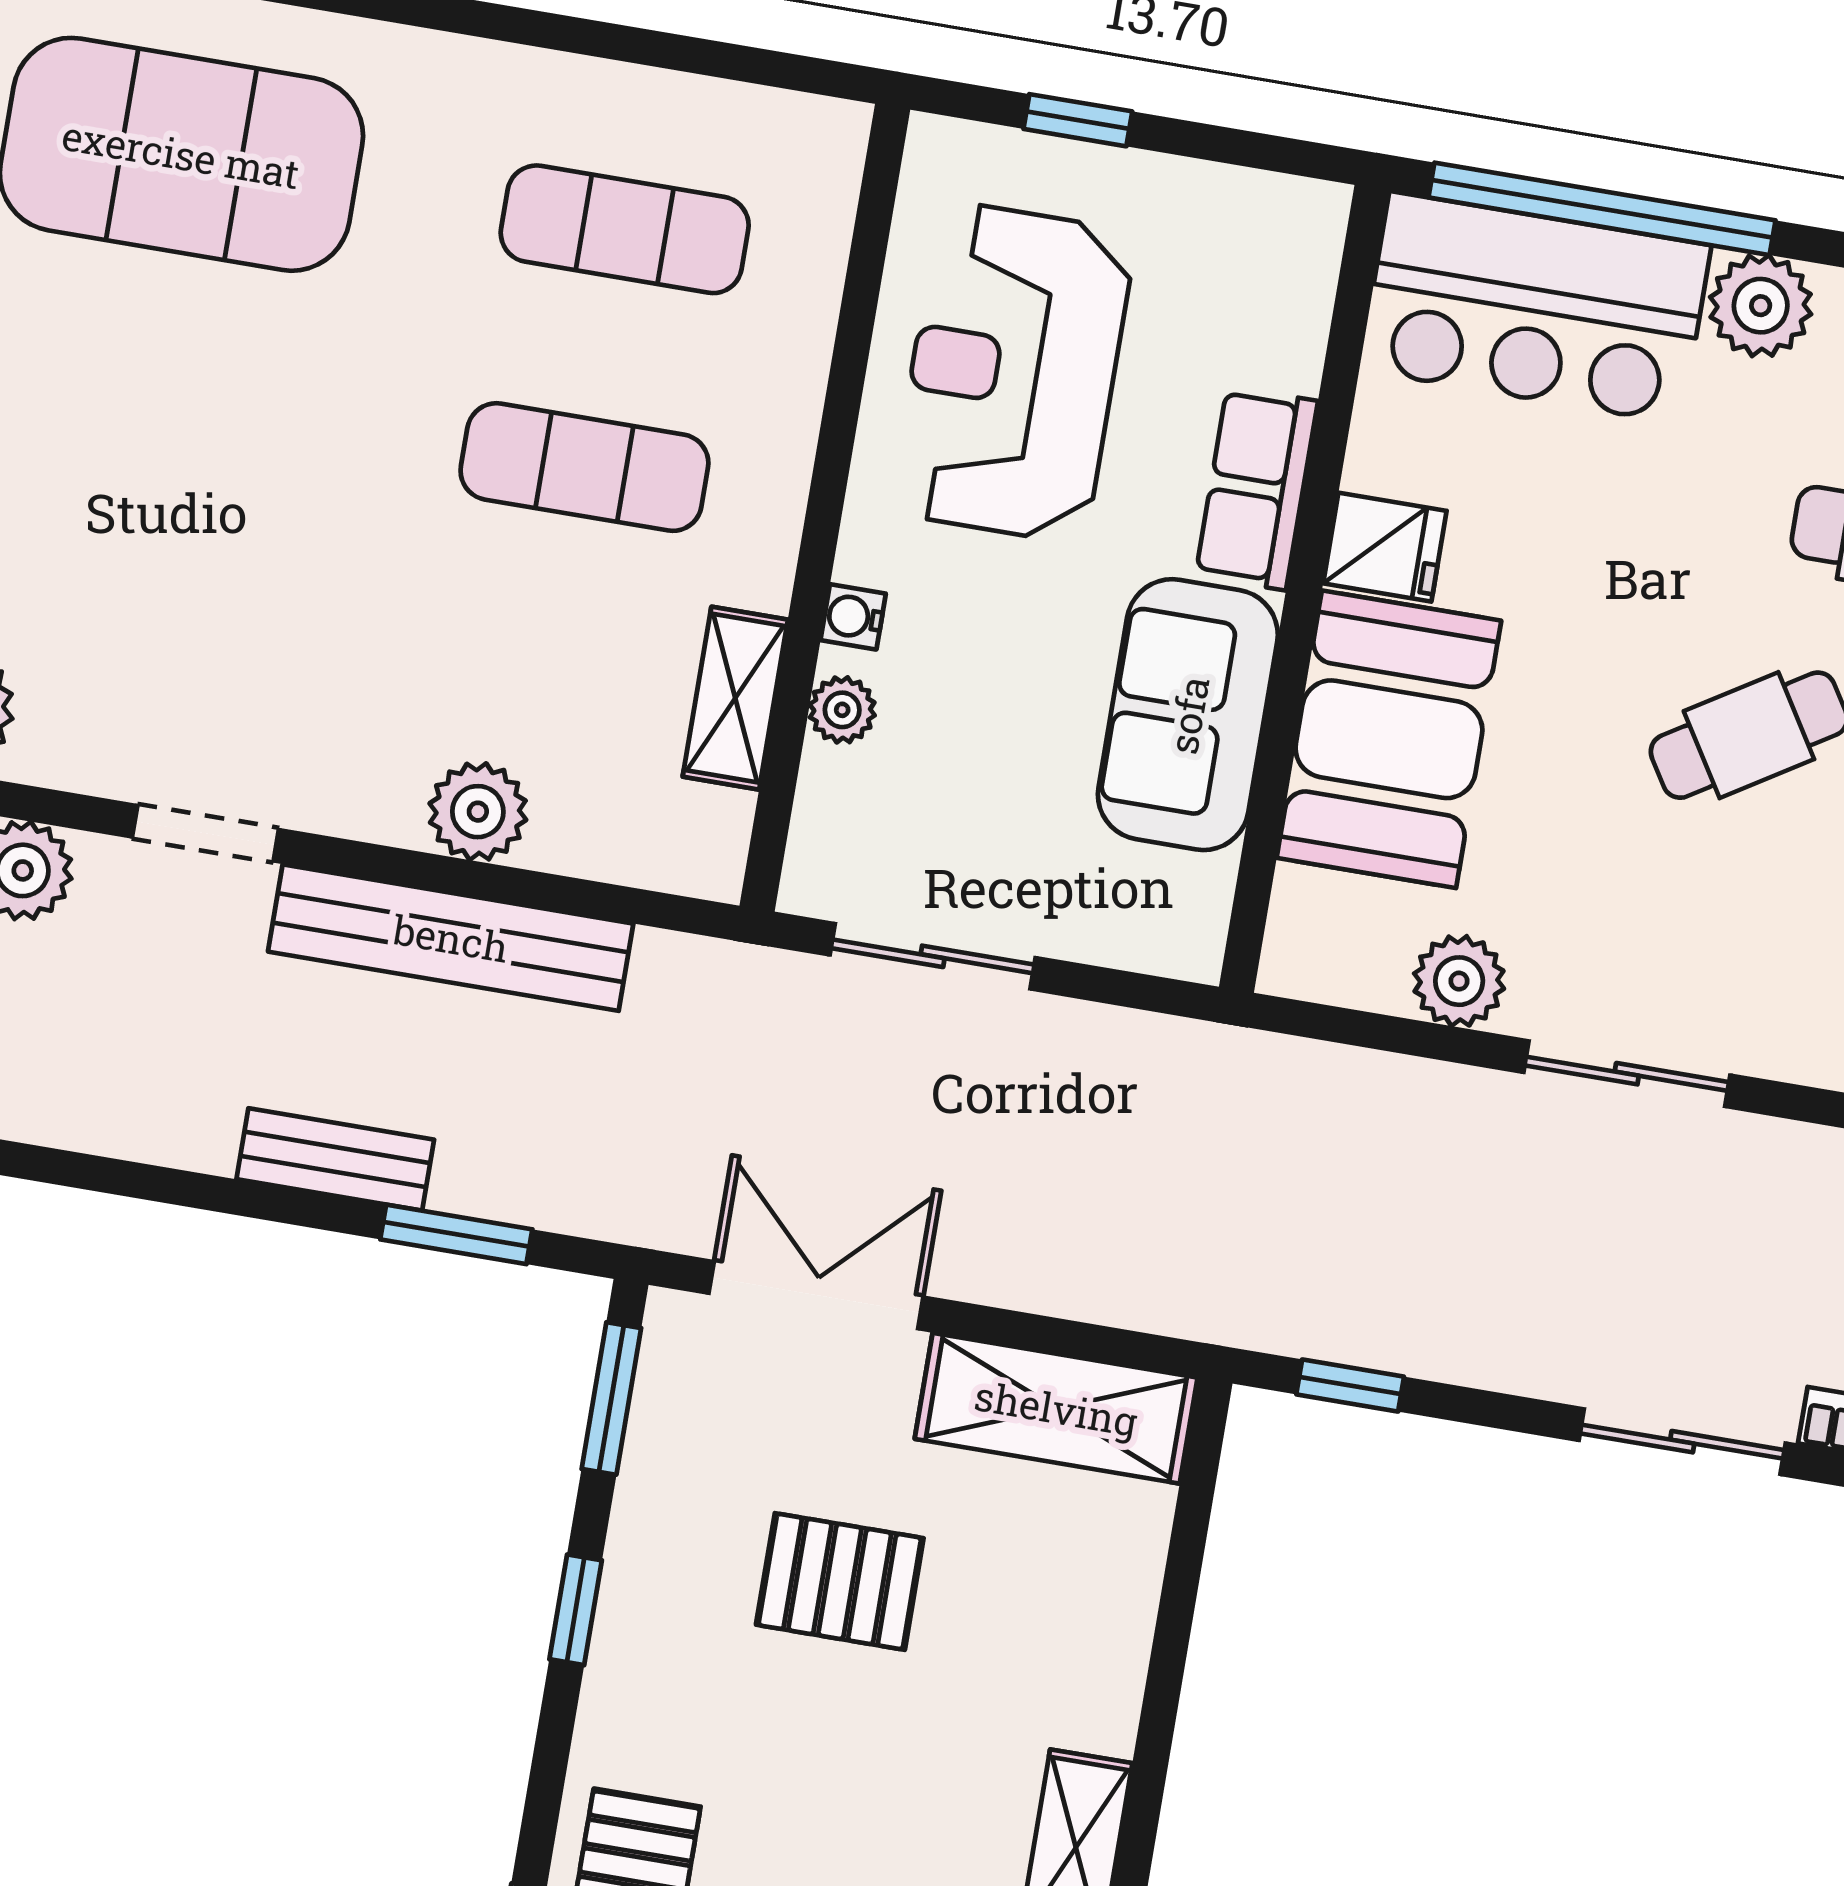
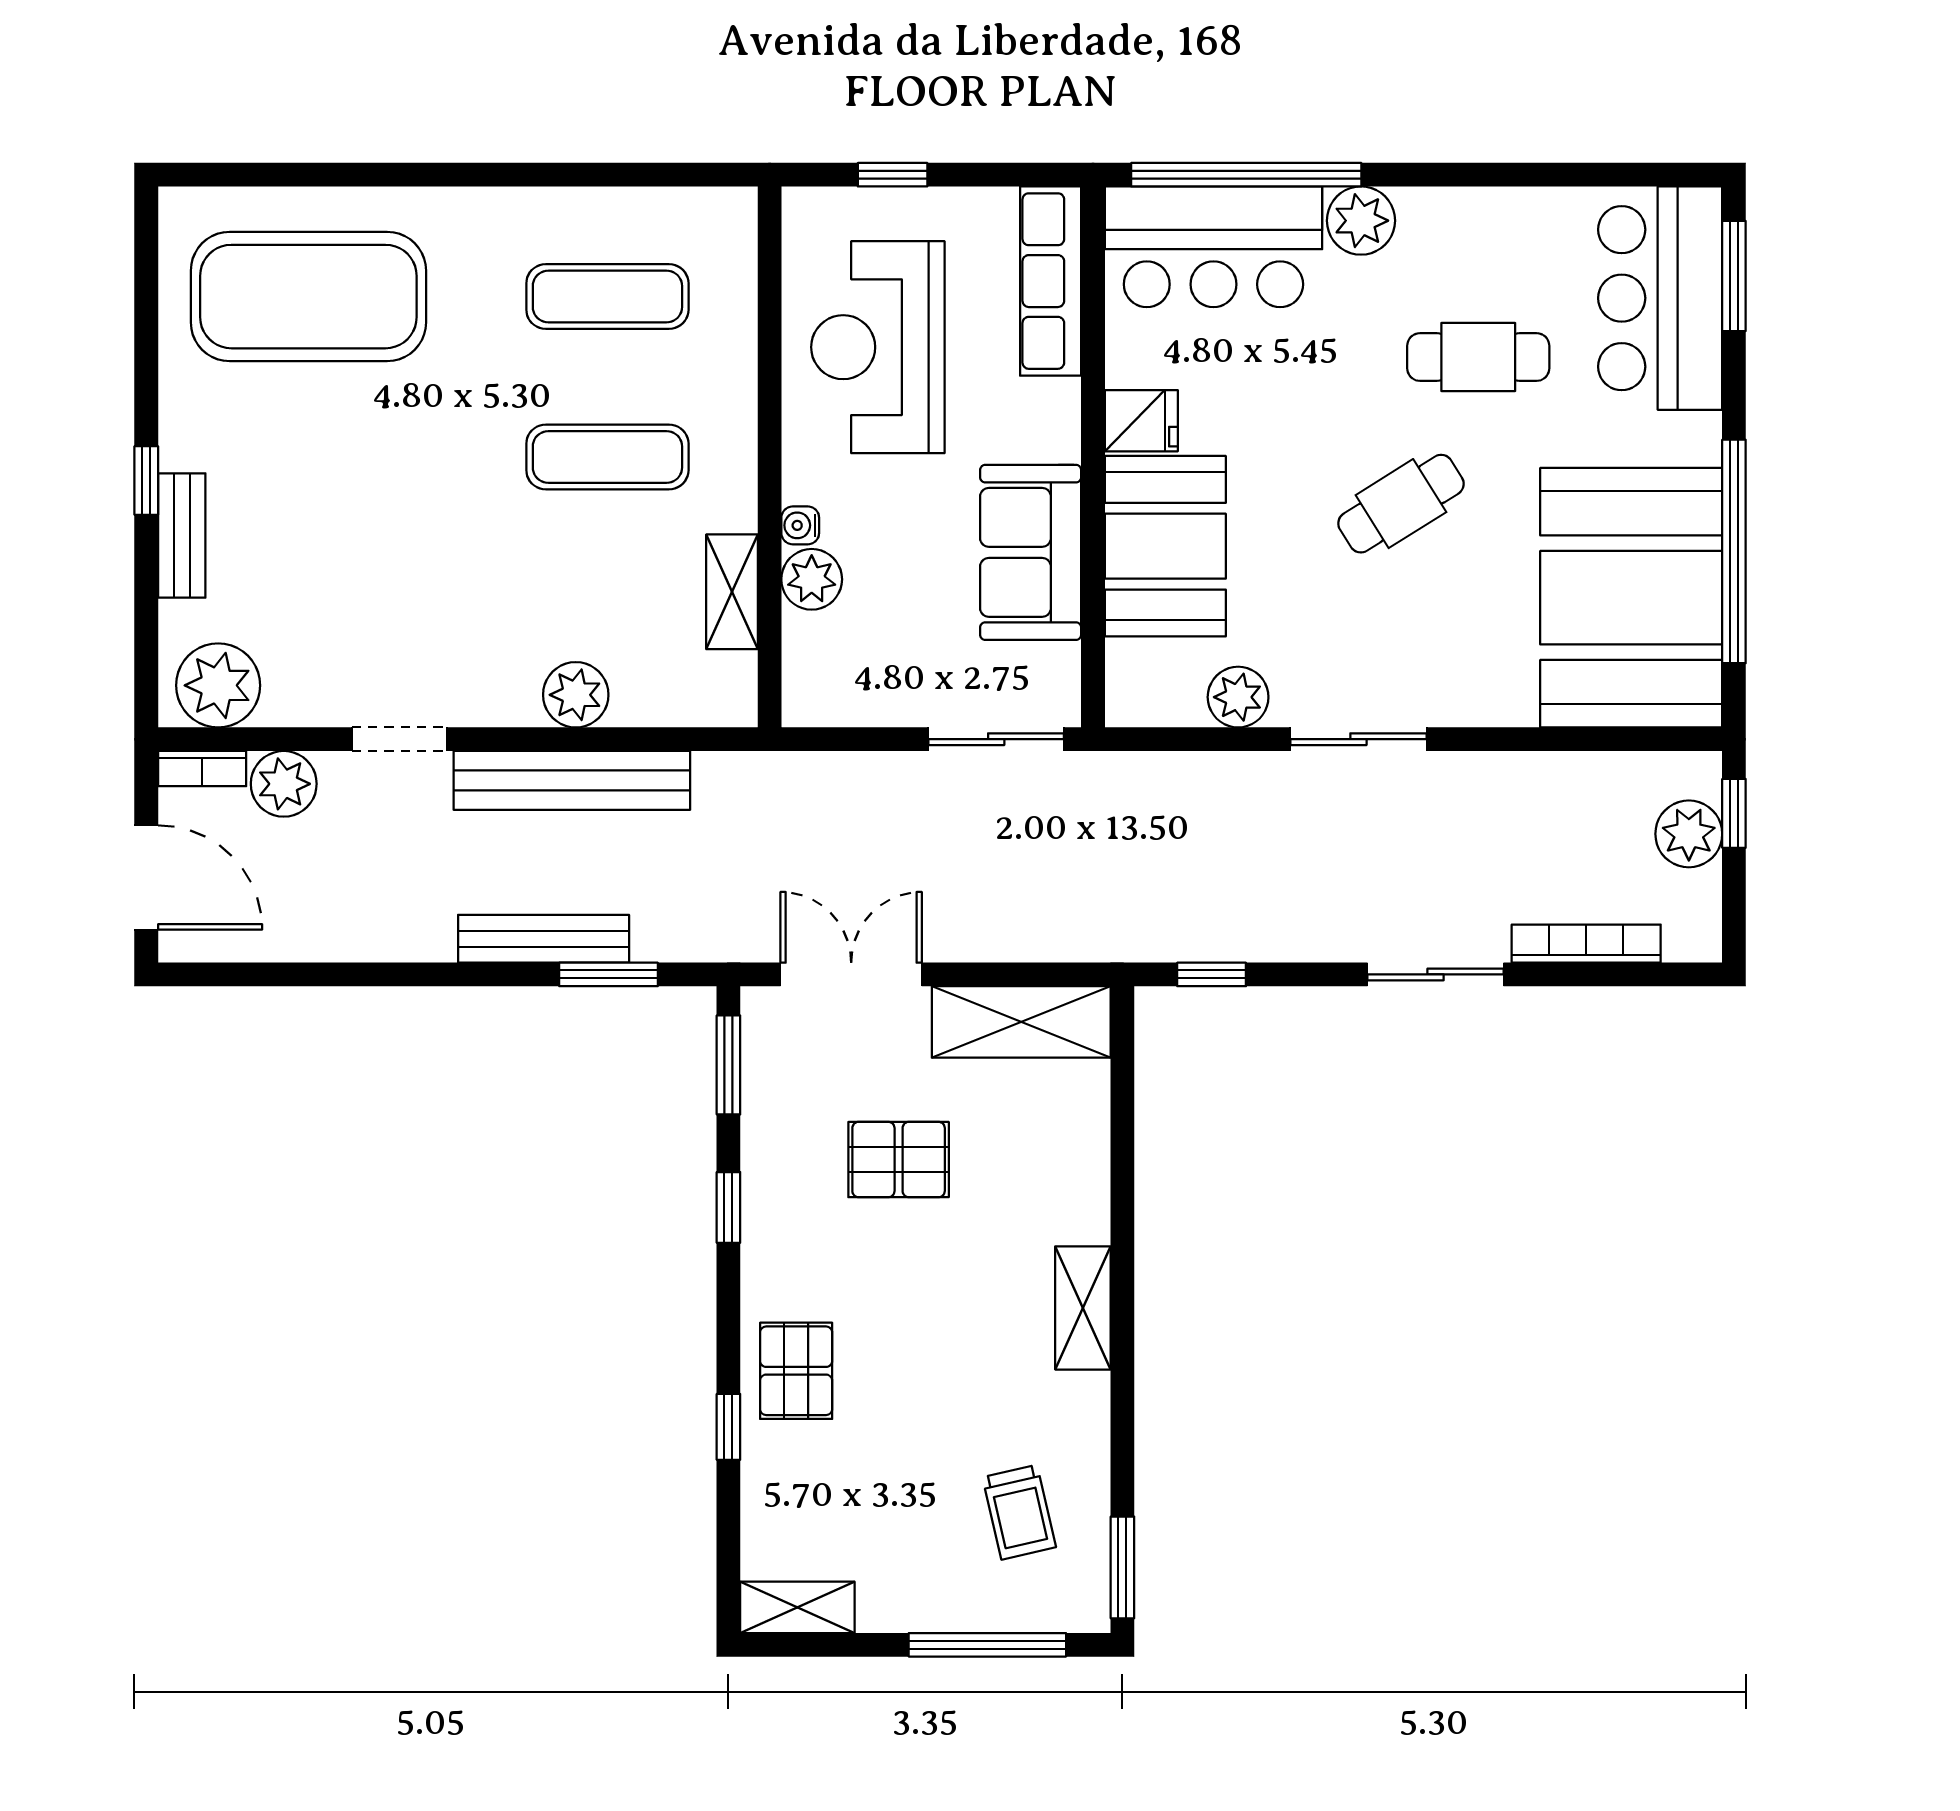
row of seats: (1257, 488) -> (1051, 281), moved, width x1.48
plant: (842, 710) -> (812, 579), width x1.38, depth x1.38
sliding door: (933, 956) -> (996, 739), moved
bench: (335, 1159) -> (544, 939), width x1.36

